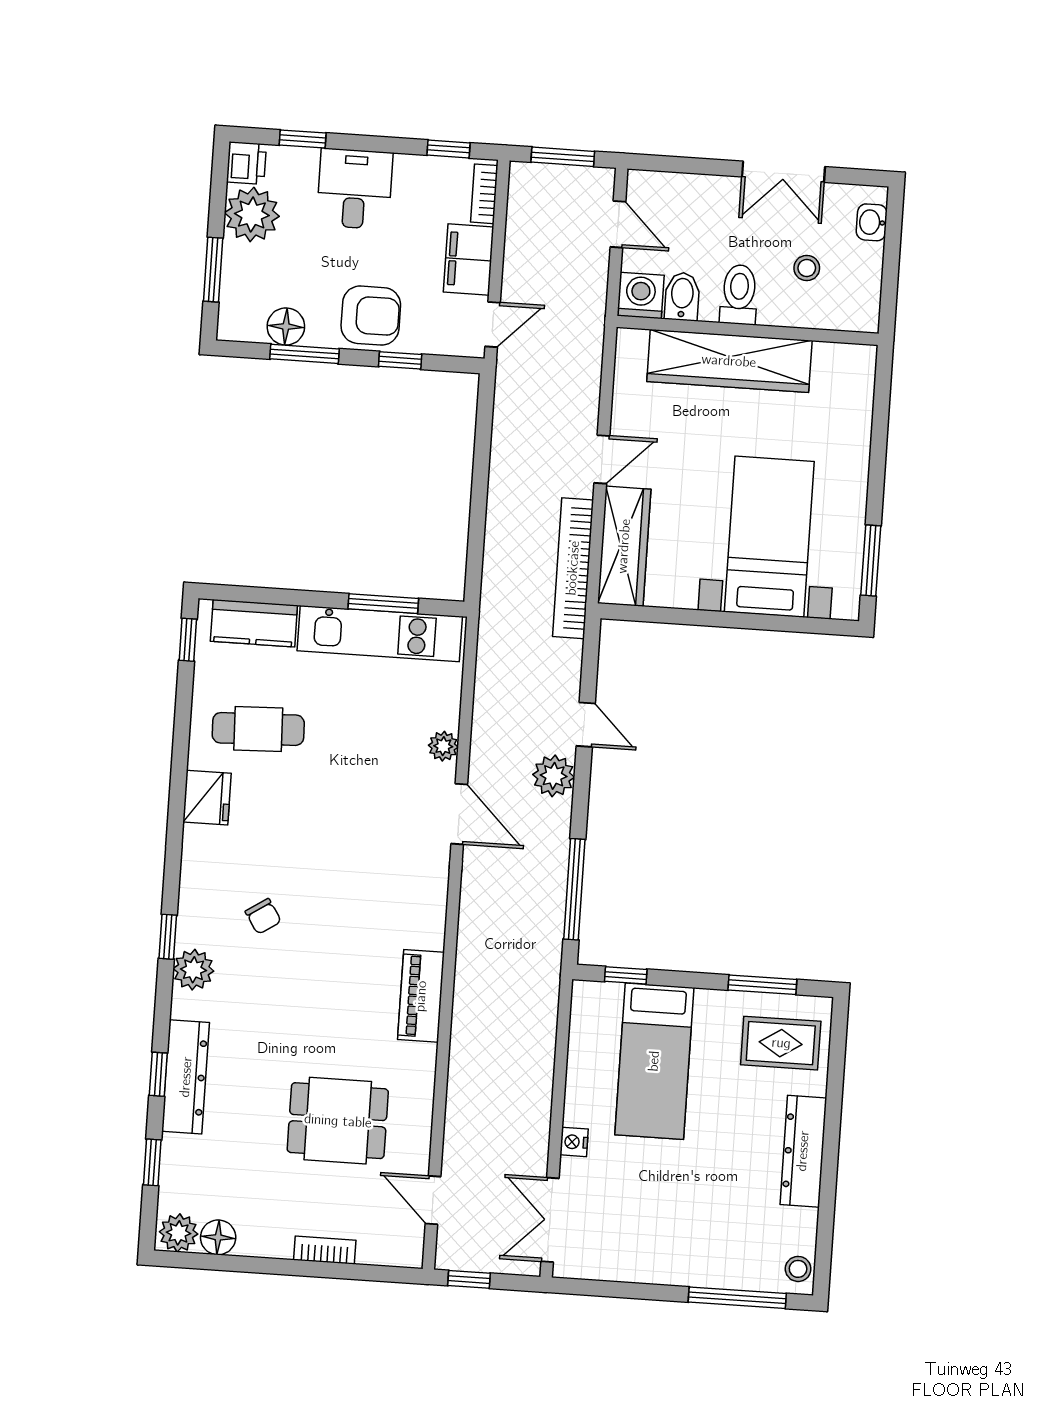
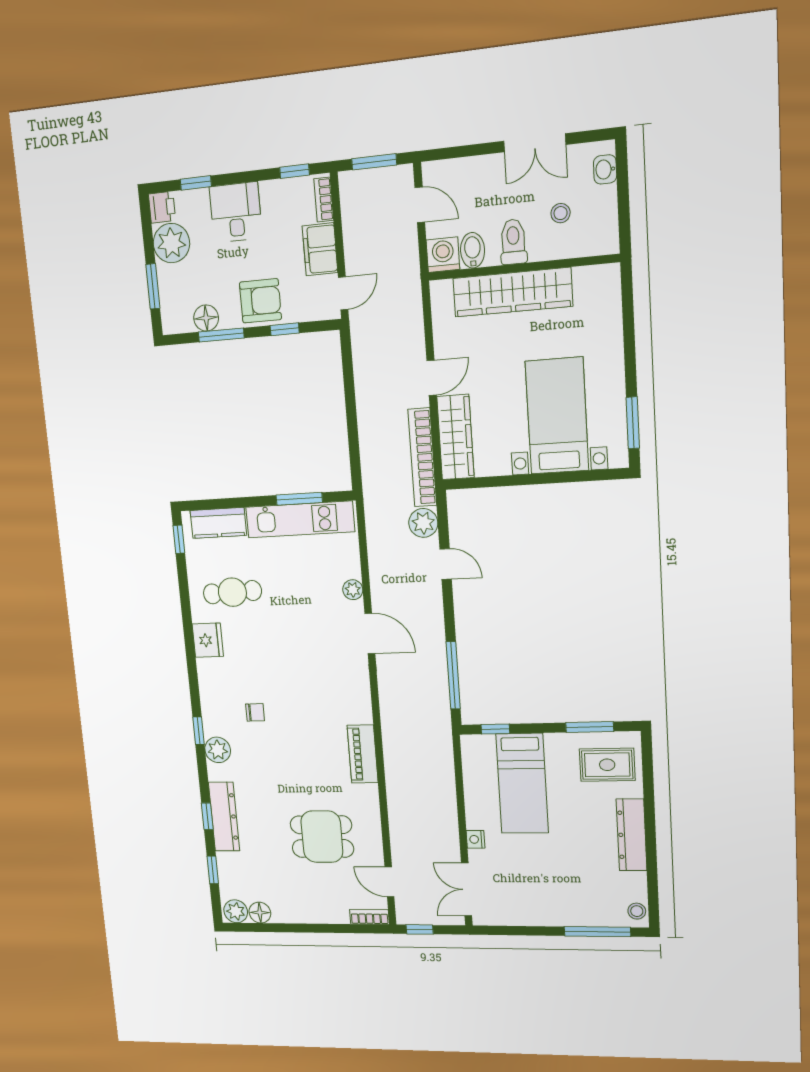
plant: (554, 776) -> (423, 523), moved
chair: (263, 916) -> (255, 712), turned -57
bookcase: (325, 1250) -> (369, 917), moved

